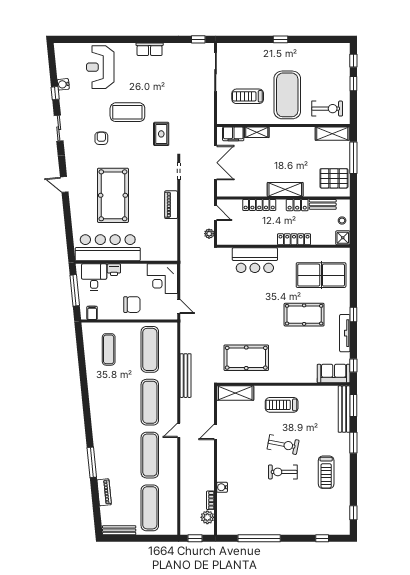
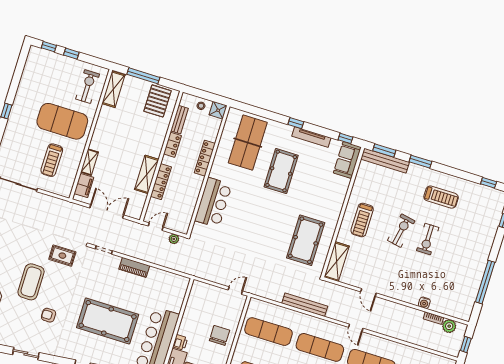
shelving: (285, 189) -> (147, 174), moved
corner desk: (162, 279) -> (203, 298), removed

